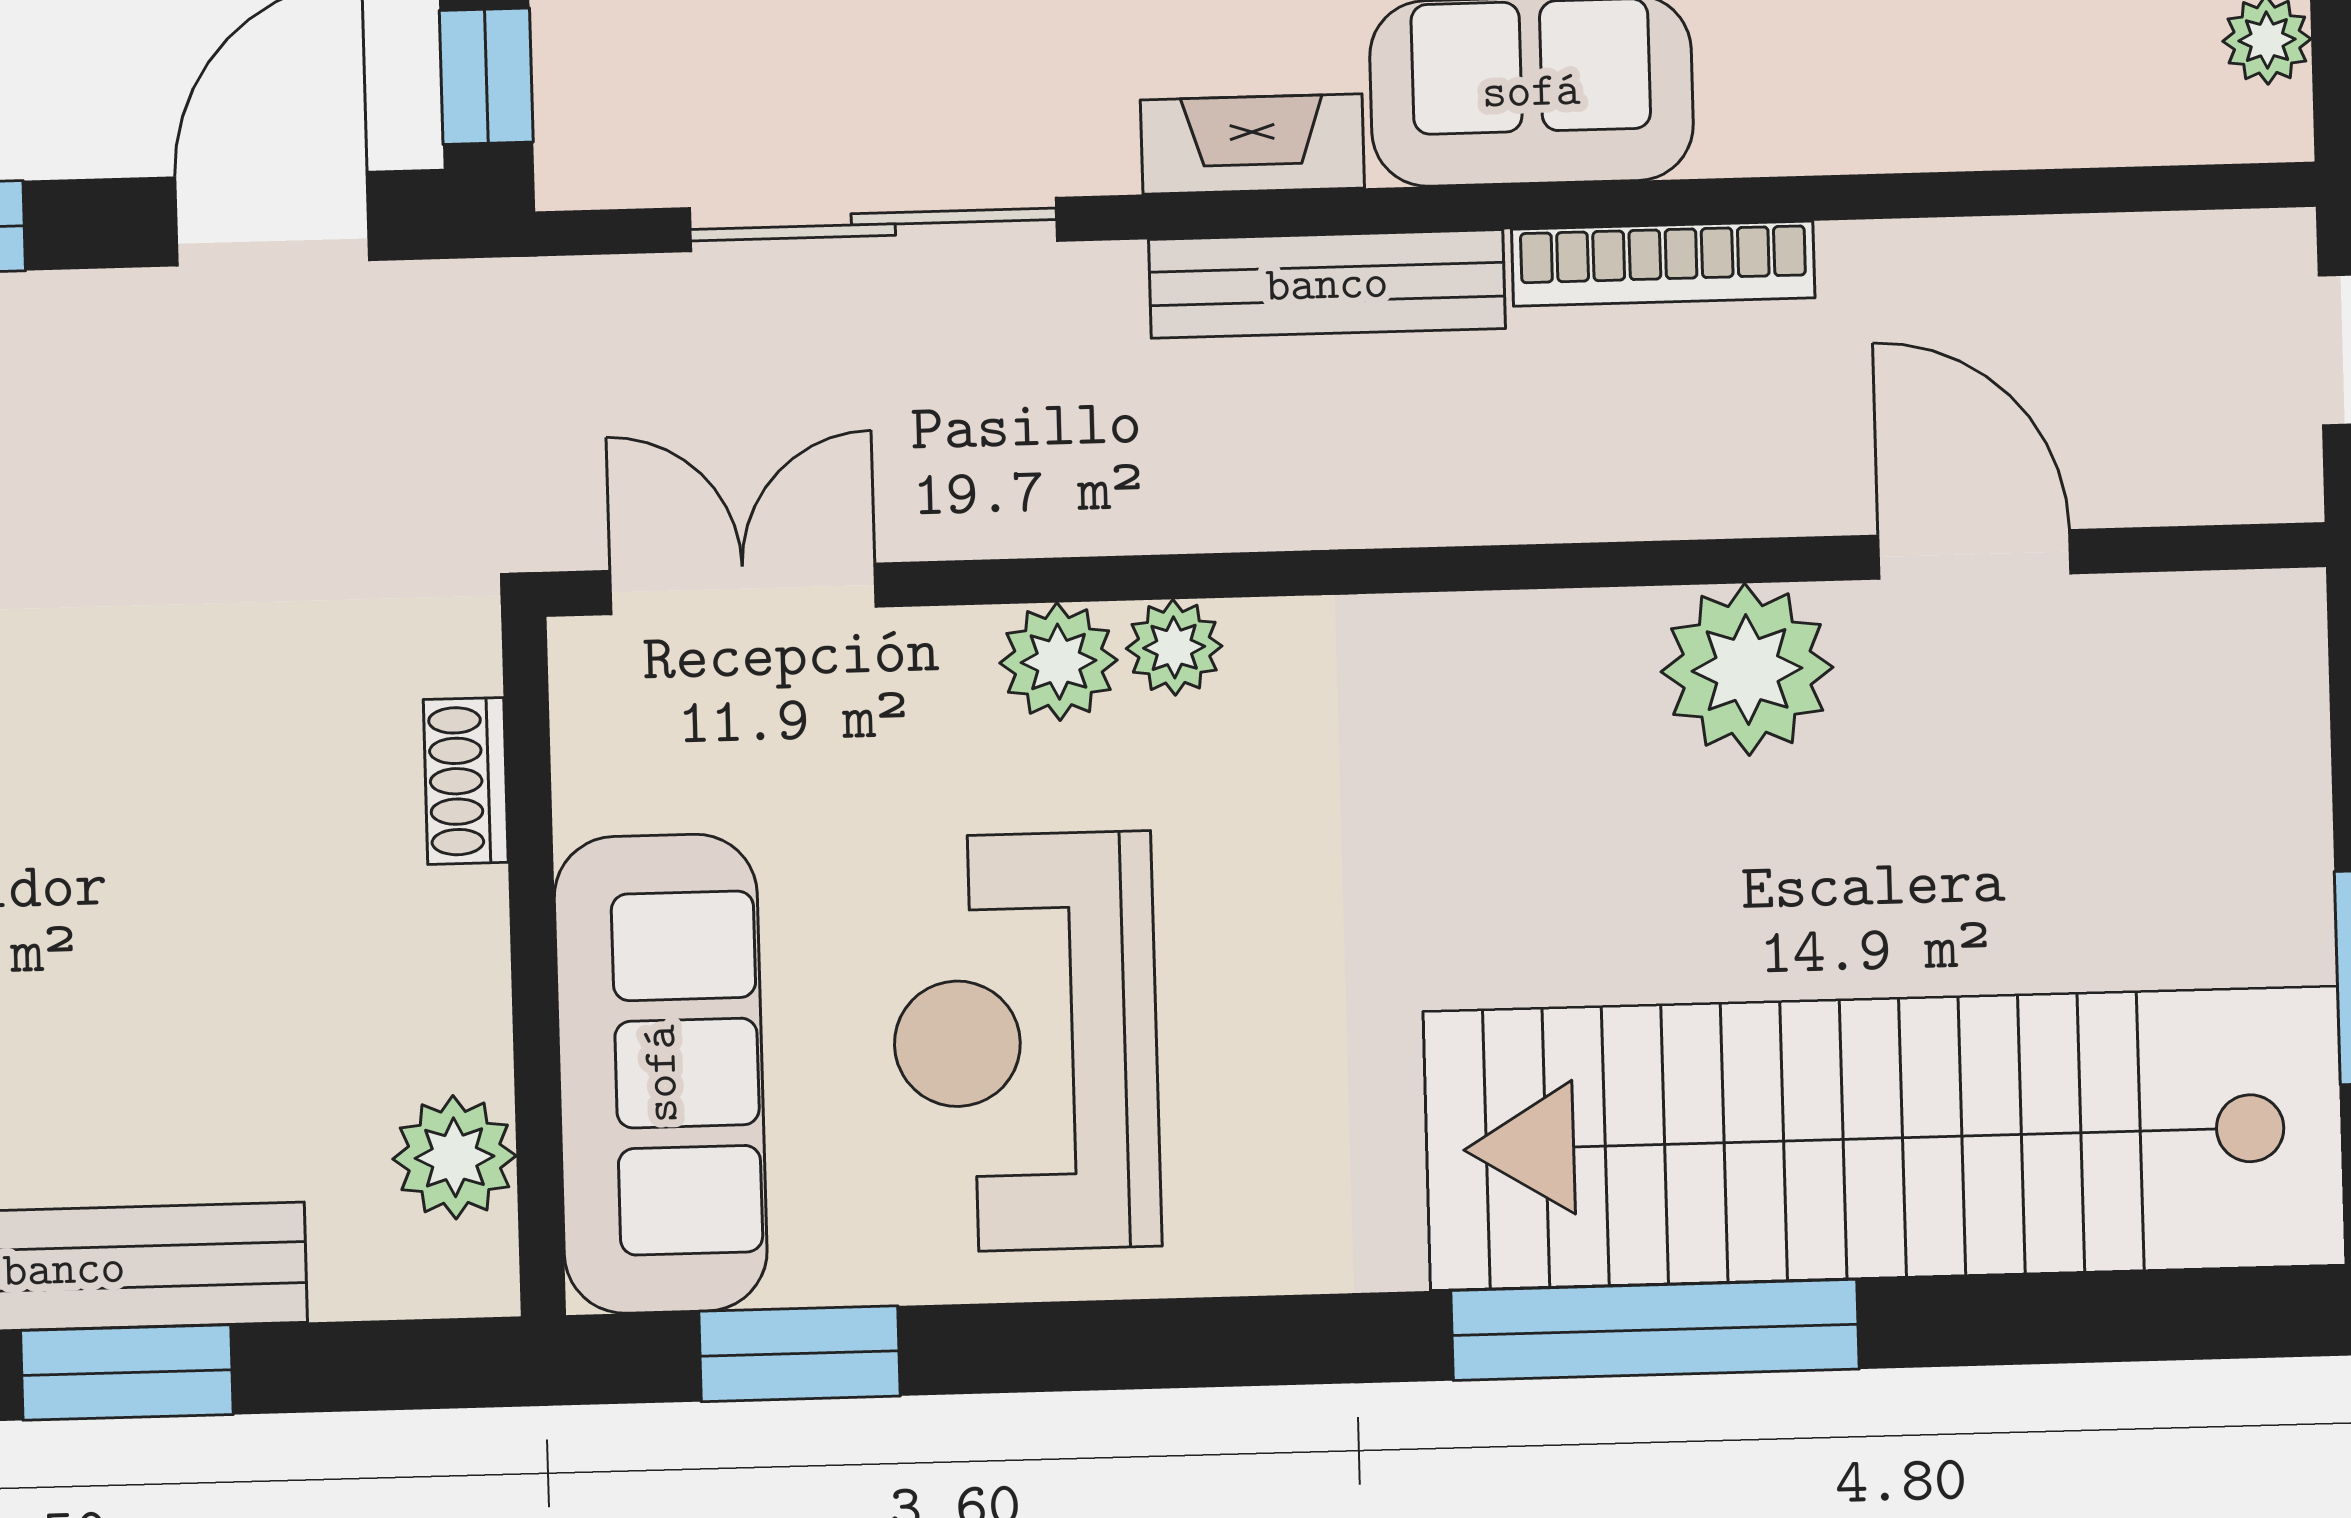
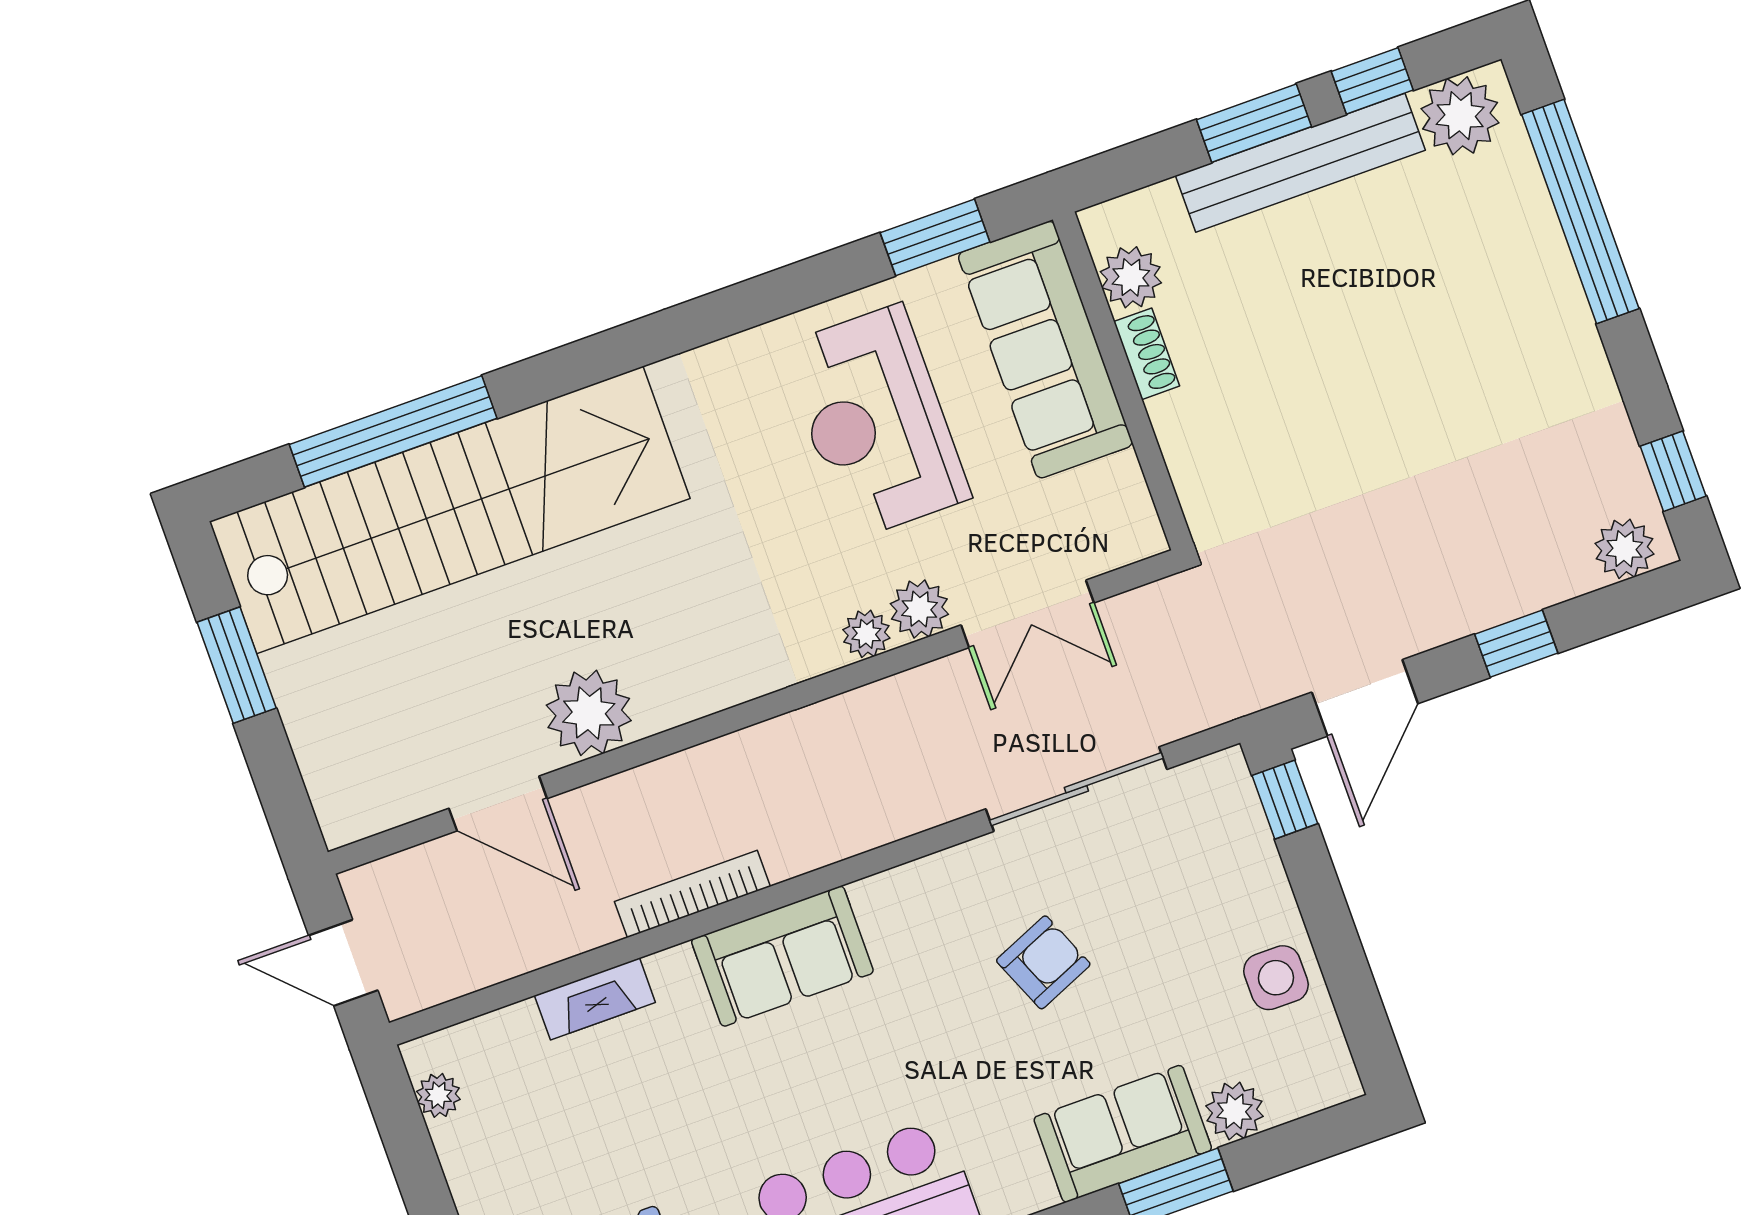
fireplace: (1252, 144) -> (595, 999), moved
bench: (1327, 284) -> (850, 832), removed
double door: (743, 589) -> (1027, 614), moved
shoe rack: (466, 781) -> (1147, 354), moved
reception desk: (1025, 1042) -> (876, 422), turned 180
window: (1655, 1330) -> (393, 431), moved

